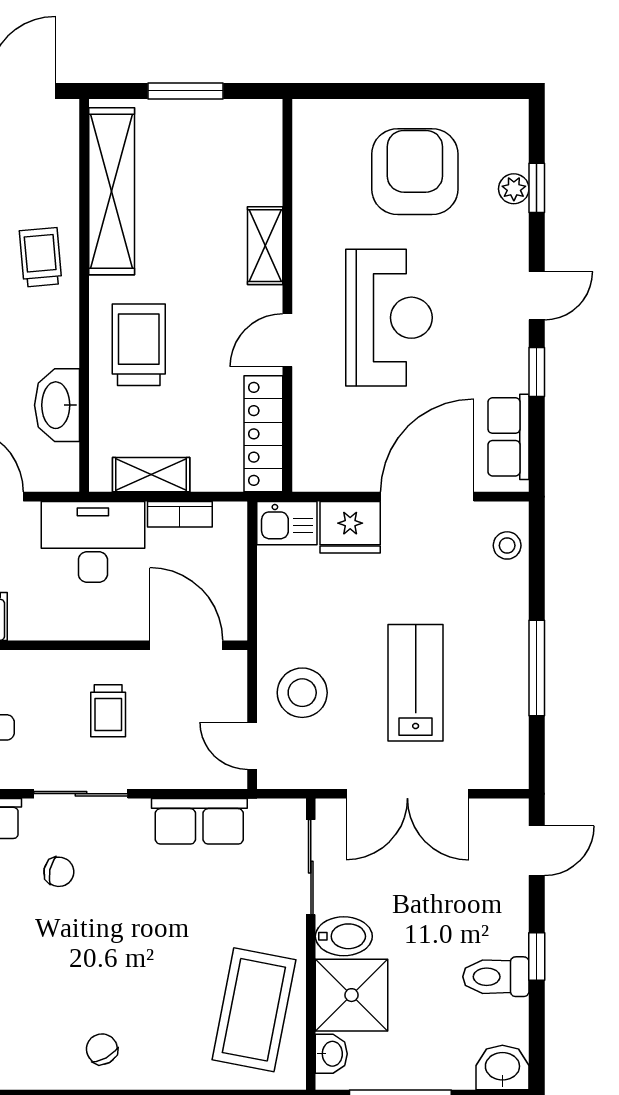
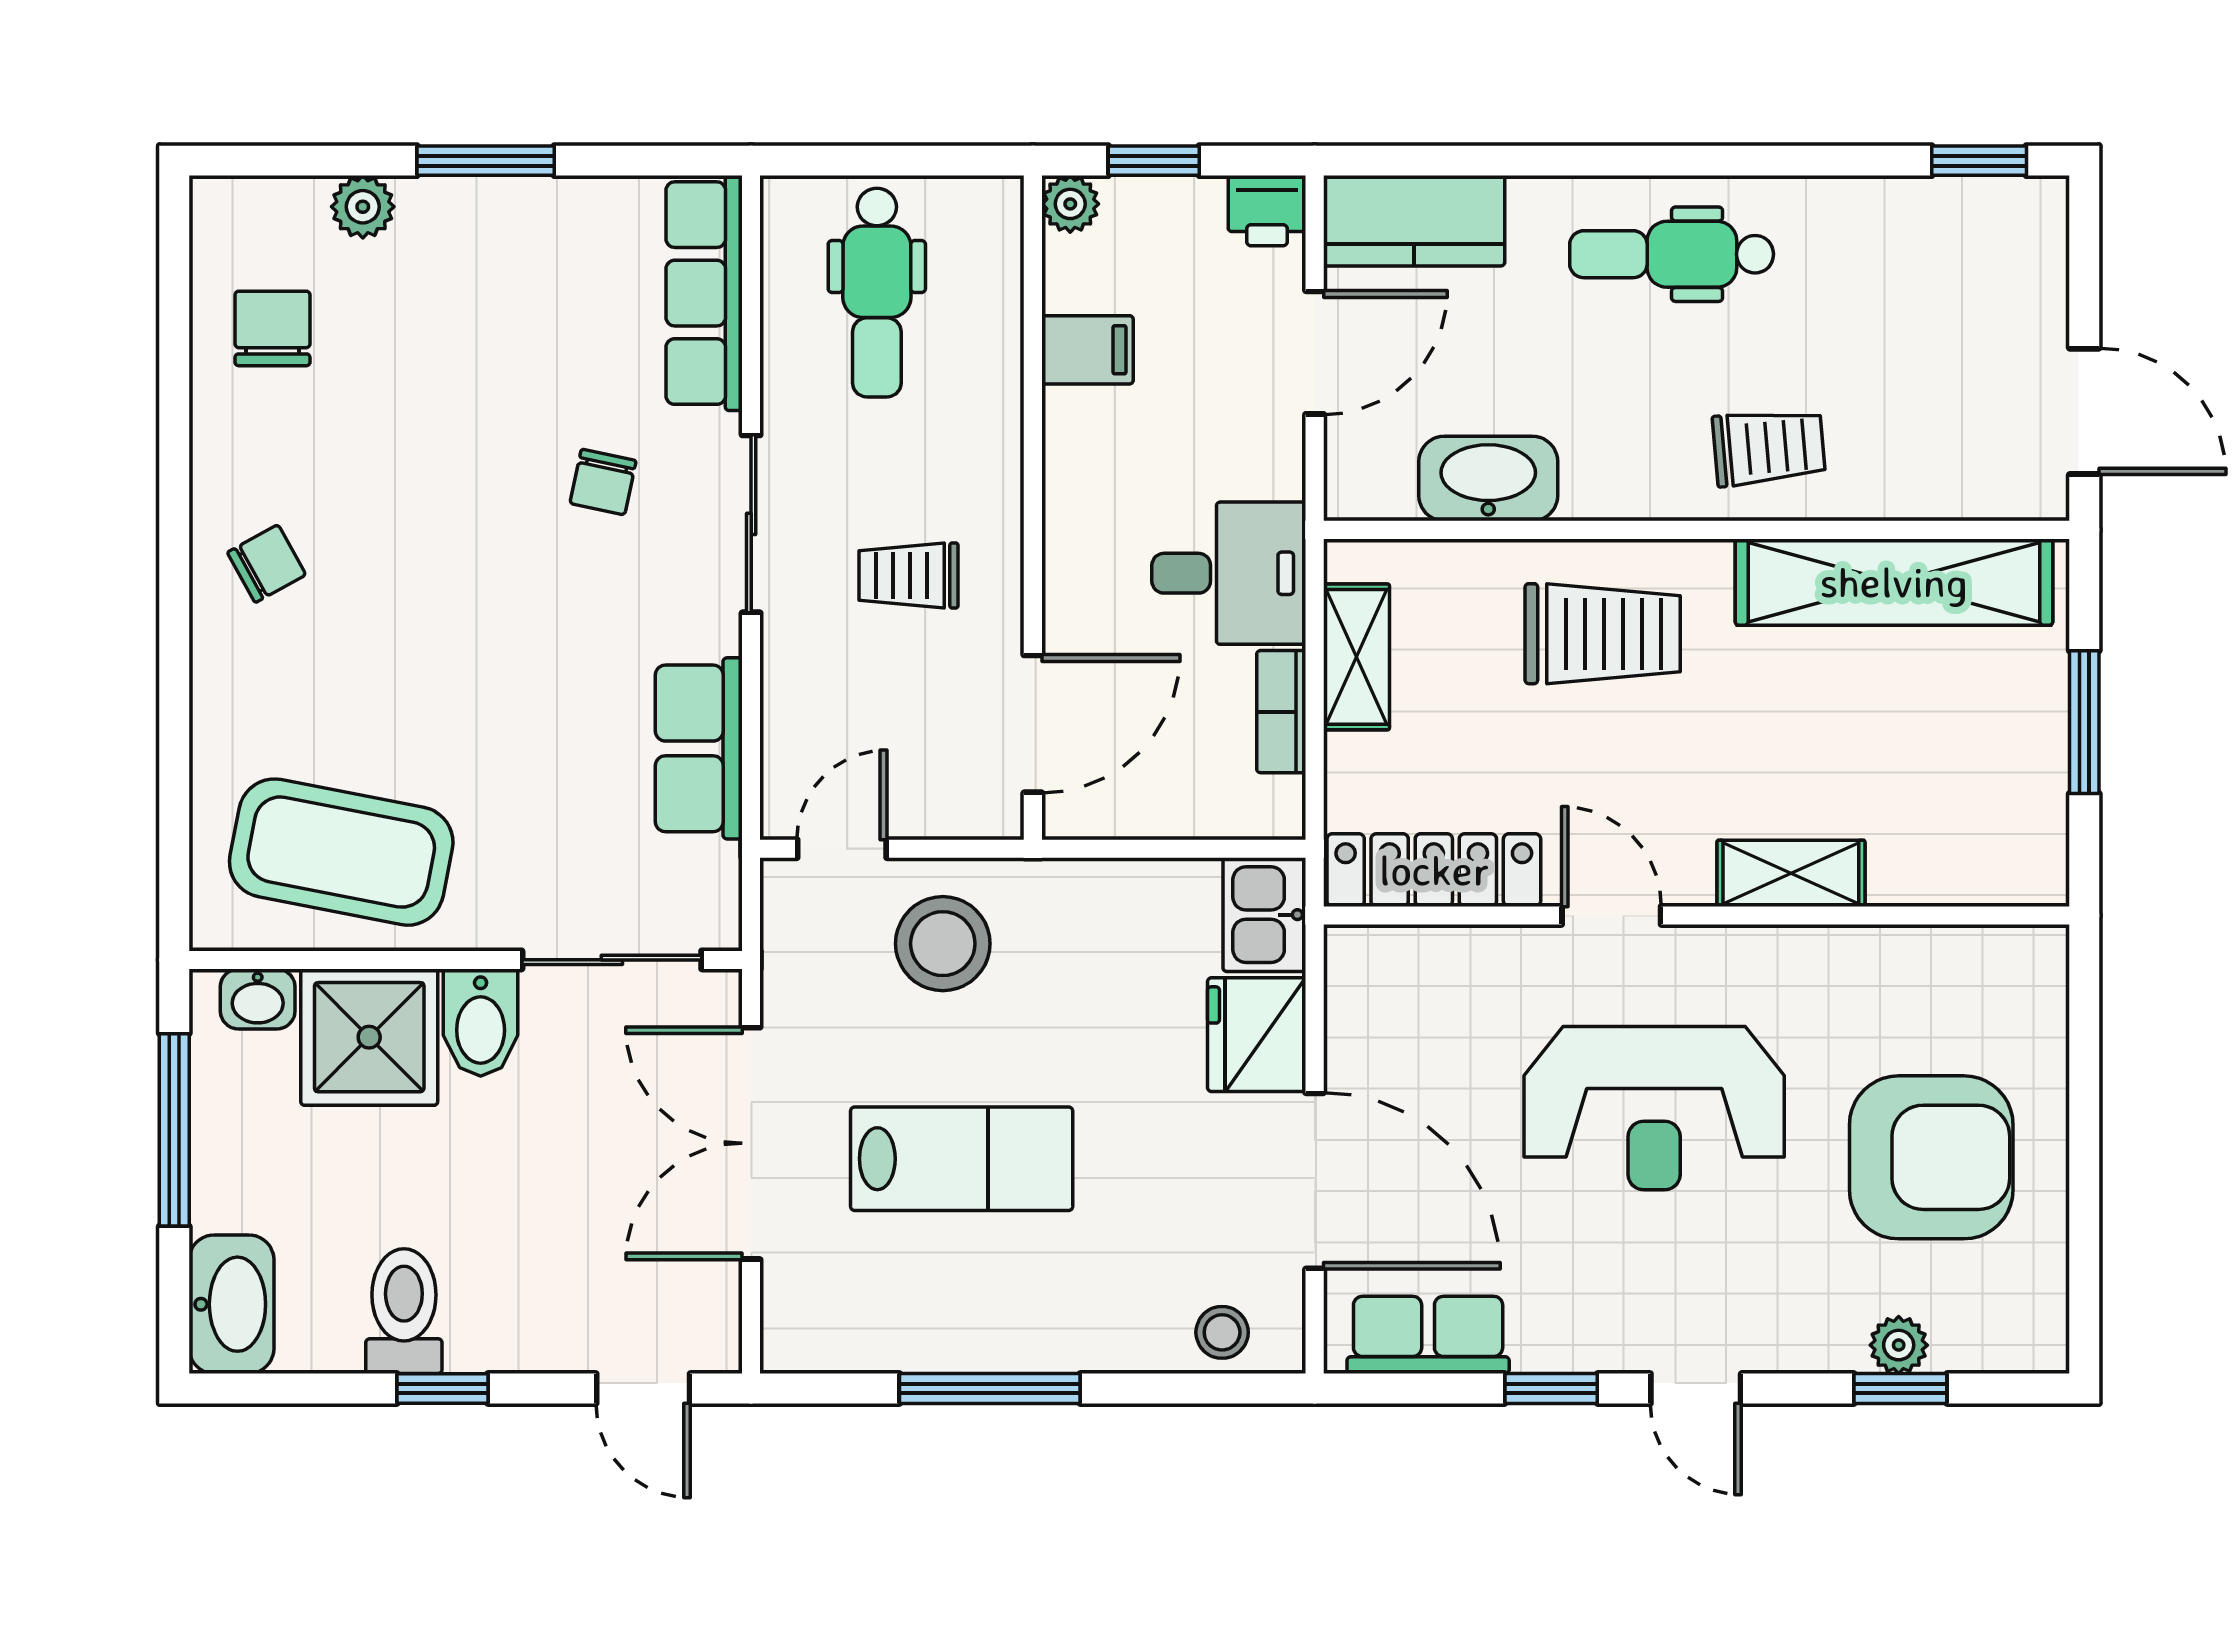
desk: (93, 542) -> (1229, 573), width x0.73
washbasin: (502, 1068) -> (231, 1304), width x1.38

